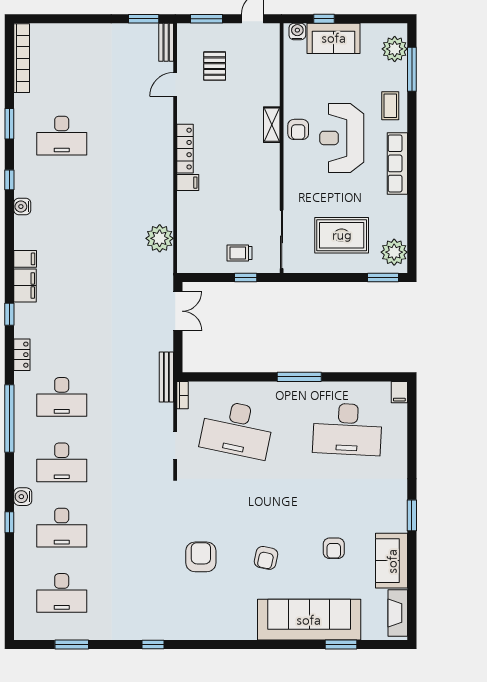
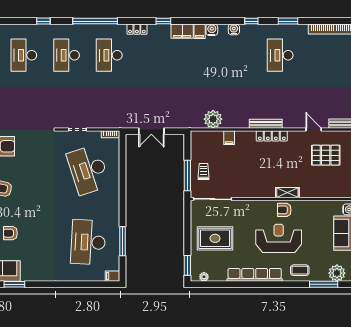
pallet: (215, 66) -> (326, 155), width x1.50, depth x1.42
row of seats: (397, 163) -> (255, 275), width x1.36
filing cabinet: (188, 183) -> (229, 138), moved
rug: (342, 235) -> (215, 238), turned 90
plant: (394, 252) -> (204, 277), width x0.53, depth x0.53
window: (246, 278) -> (187, 175), width x2.17
double door: (178, 311) -> (151, 131), moved
bench: (166, 377) -> (266, 124), moved
window: (299, 377) -> (122, 241), moved
desk: (237, 429) -> (88, 170), turned -30
water cooler: (23, 497) -> (212, 30), moved
window: (412, 515) -> (14, 284), moved
window: (9, 522) -> (43, 21), moved

